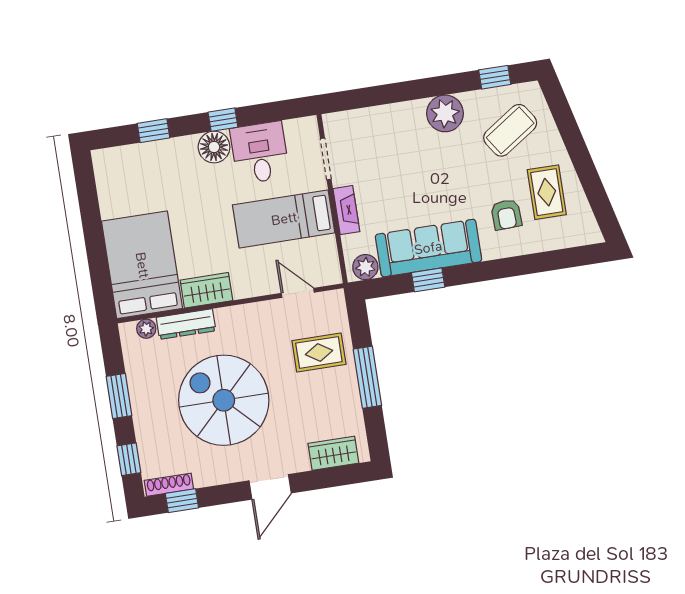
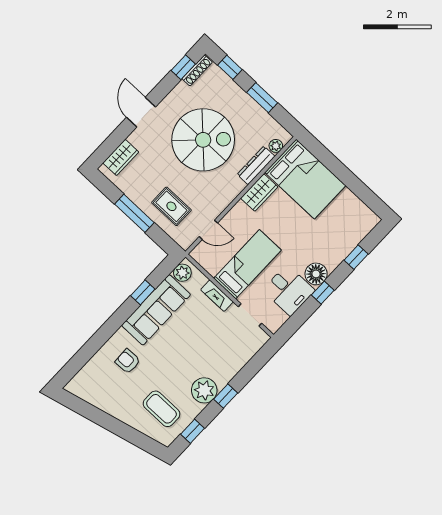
window: (426, 88) -> (226, 396), added
coffee table: (510, 130) -> (162, 409), turned -56
rug: (547, 192) -> (115, 391), removed
rug: (319, 352) -> (171, 206), turned 90

